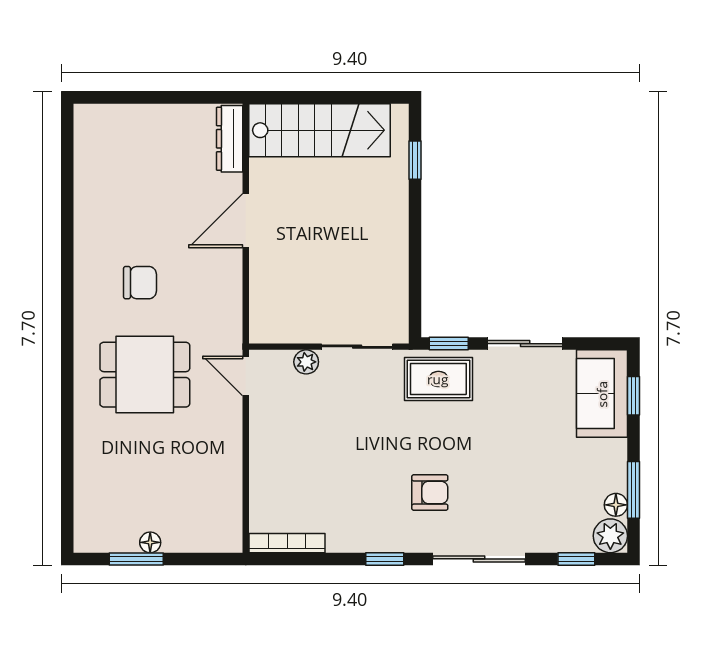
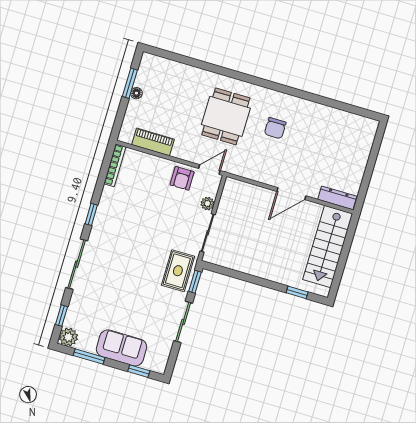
door: (246, 221) -> (291, 194), swing flipped
sofa: (602, 394) -> (122, 348), moved
piano: (227, 488) -> (153, 142), added
armchair: (430, 492) -> (182, 178), moved
floor lamp: (616, 505) -> (84, 345), removed

